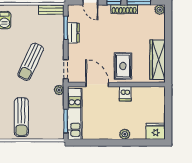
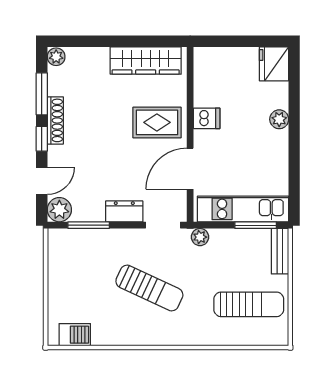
bench: (51, 10) -> (280, 251), moved
plant: (74, 11) -> (59, 210), added
dresser: (73, 33) -> (124, 211), moved

